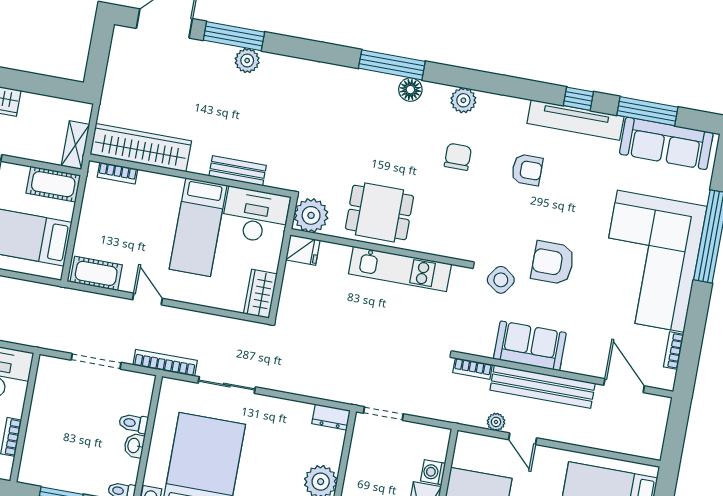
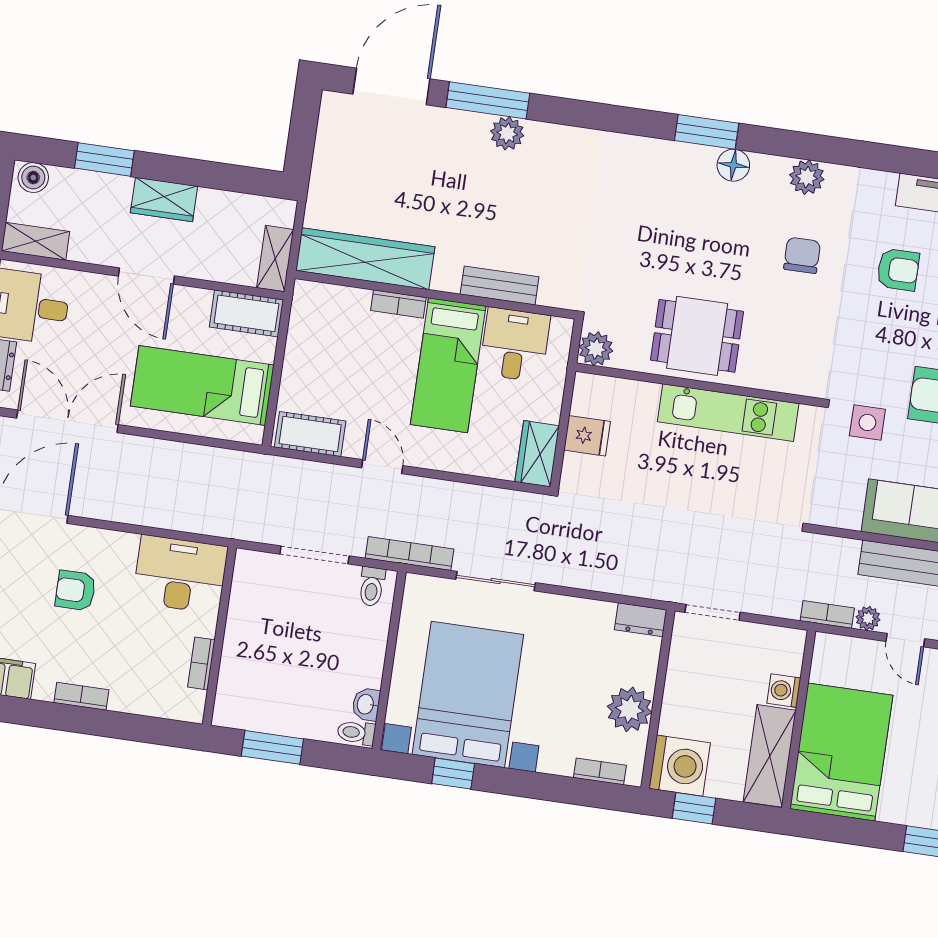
window: (392, 65) -> (707, 132), width x0.69
bookcase: (117, 173) -> (398, 304), moved
desk: (255, 215) -> (515, 345), width x0.73
plant: (311, 215) -> (596, 349), width x0.73, depth x0.73
fridge: (303, 250) -> (587, 436), moved
side table: (501, 280) -> (867, 422), turned -35
bookcase: (473, 369) -> (827, 614), moved, turned 180
toilet: (133, 423) -> (372, 587), moved, turned -90
washbasin: (134, 446) -> (366, 704), moved

